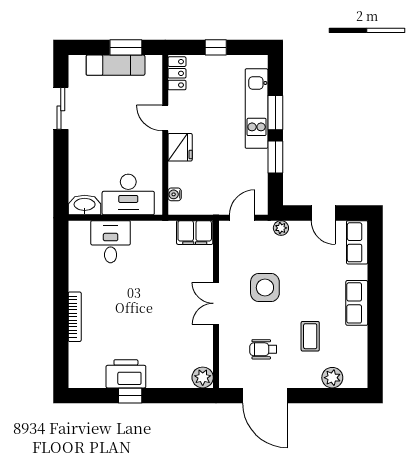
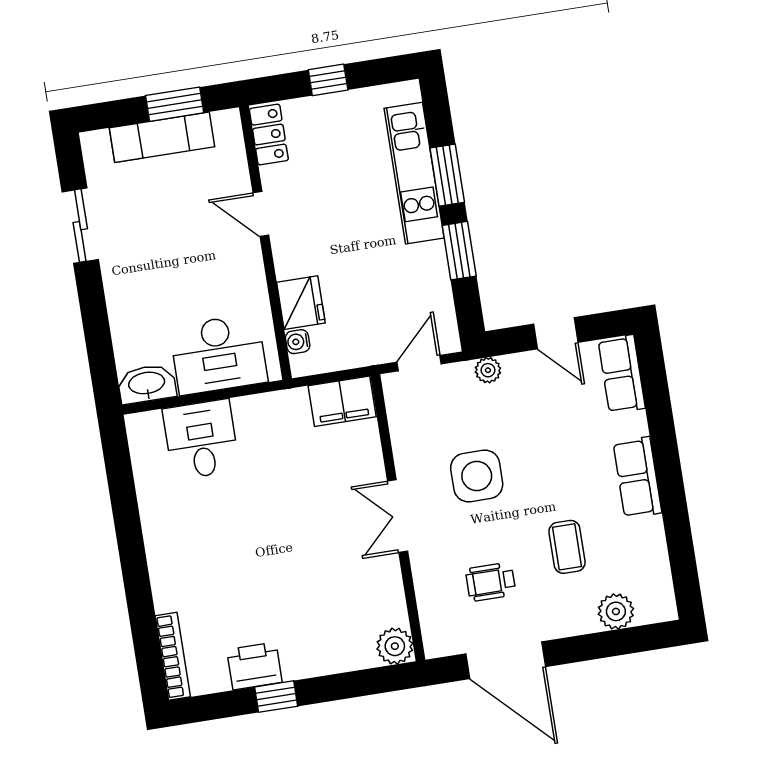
fridge: (180, 147) -> (301, 303), moved
bookcase: (75, 317) -> (173, 656), moved
printer: (126, 374) -> (254, 666), width x0.73, depth x0.84

